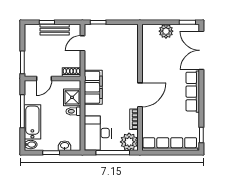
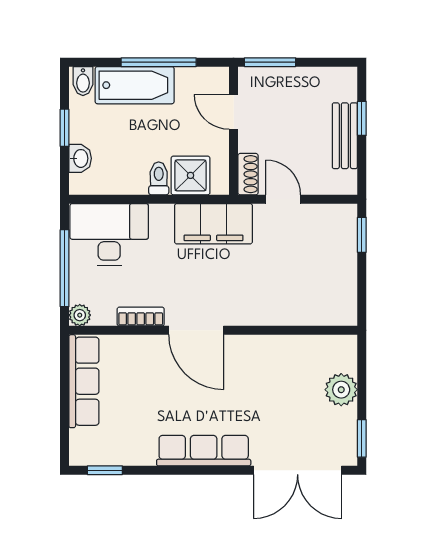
door: (82, 43) -> (283, 199), moved
double door: (201, 50) -> (298, 470), swing flipped
plant: (129, 142) -> (80, 315), width x0.53, depth x0.53
row of seats: (170, 144) -> (84, 381), width x0.73

